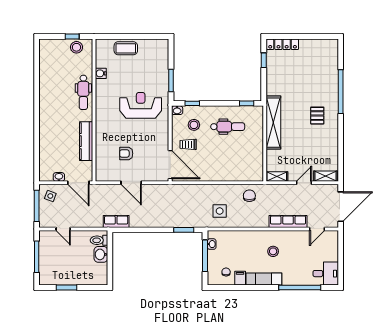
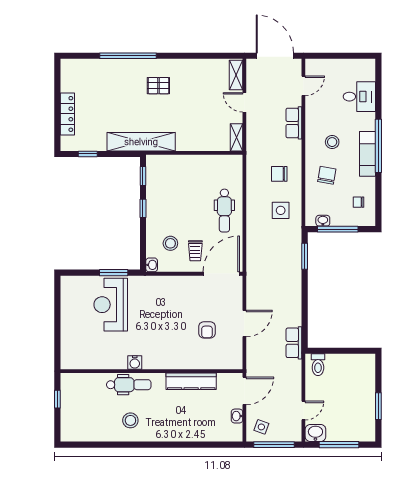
locker: (283, 44) -> (67, 114), moved
stool: (76, 47) -> (130, 420), moved
coffee table: (126, 48) -> (72, 330), removed
water cooler: (101, 73) -> (135, 362), moved
window: (192, 103) -> (143, 208), moved
reception desk: (141, 105) -> (111, 305), moved
shelving: (273, 123) -> (141, 142), moved
dental chair: (228, 127) -> (224, 211), moved, turned 180
chair: (249, 196) -> (279, 174), moved
row of seats: (288, 221) -> (294, 123), width x0.68
door: (317, 229) -> (303, 86), hinge flipped
chair: (247, 247) -> (327, 175), added
washbasin: (101, 254) -> (315, 433), moved, turned 180
desk: (326, 274) -> (359, 97), moved, turned 90
filing cabinet: (240, 278) -> (366, 184), removed
window: (300, 288) -> (378, 146), moved

